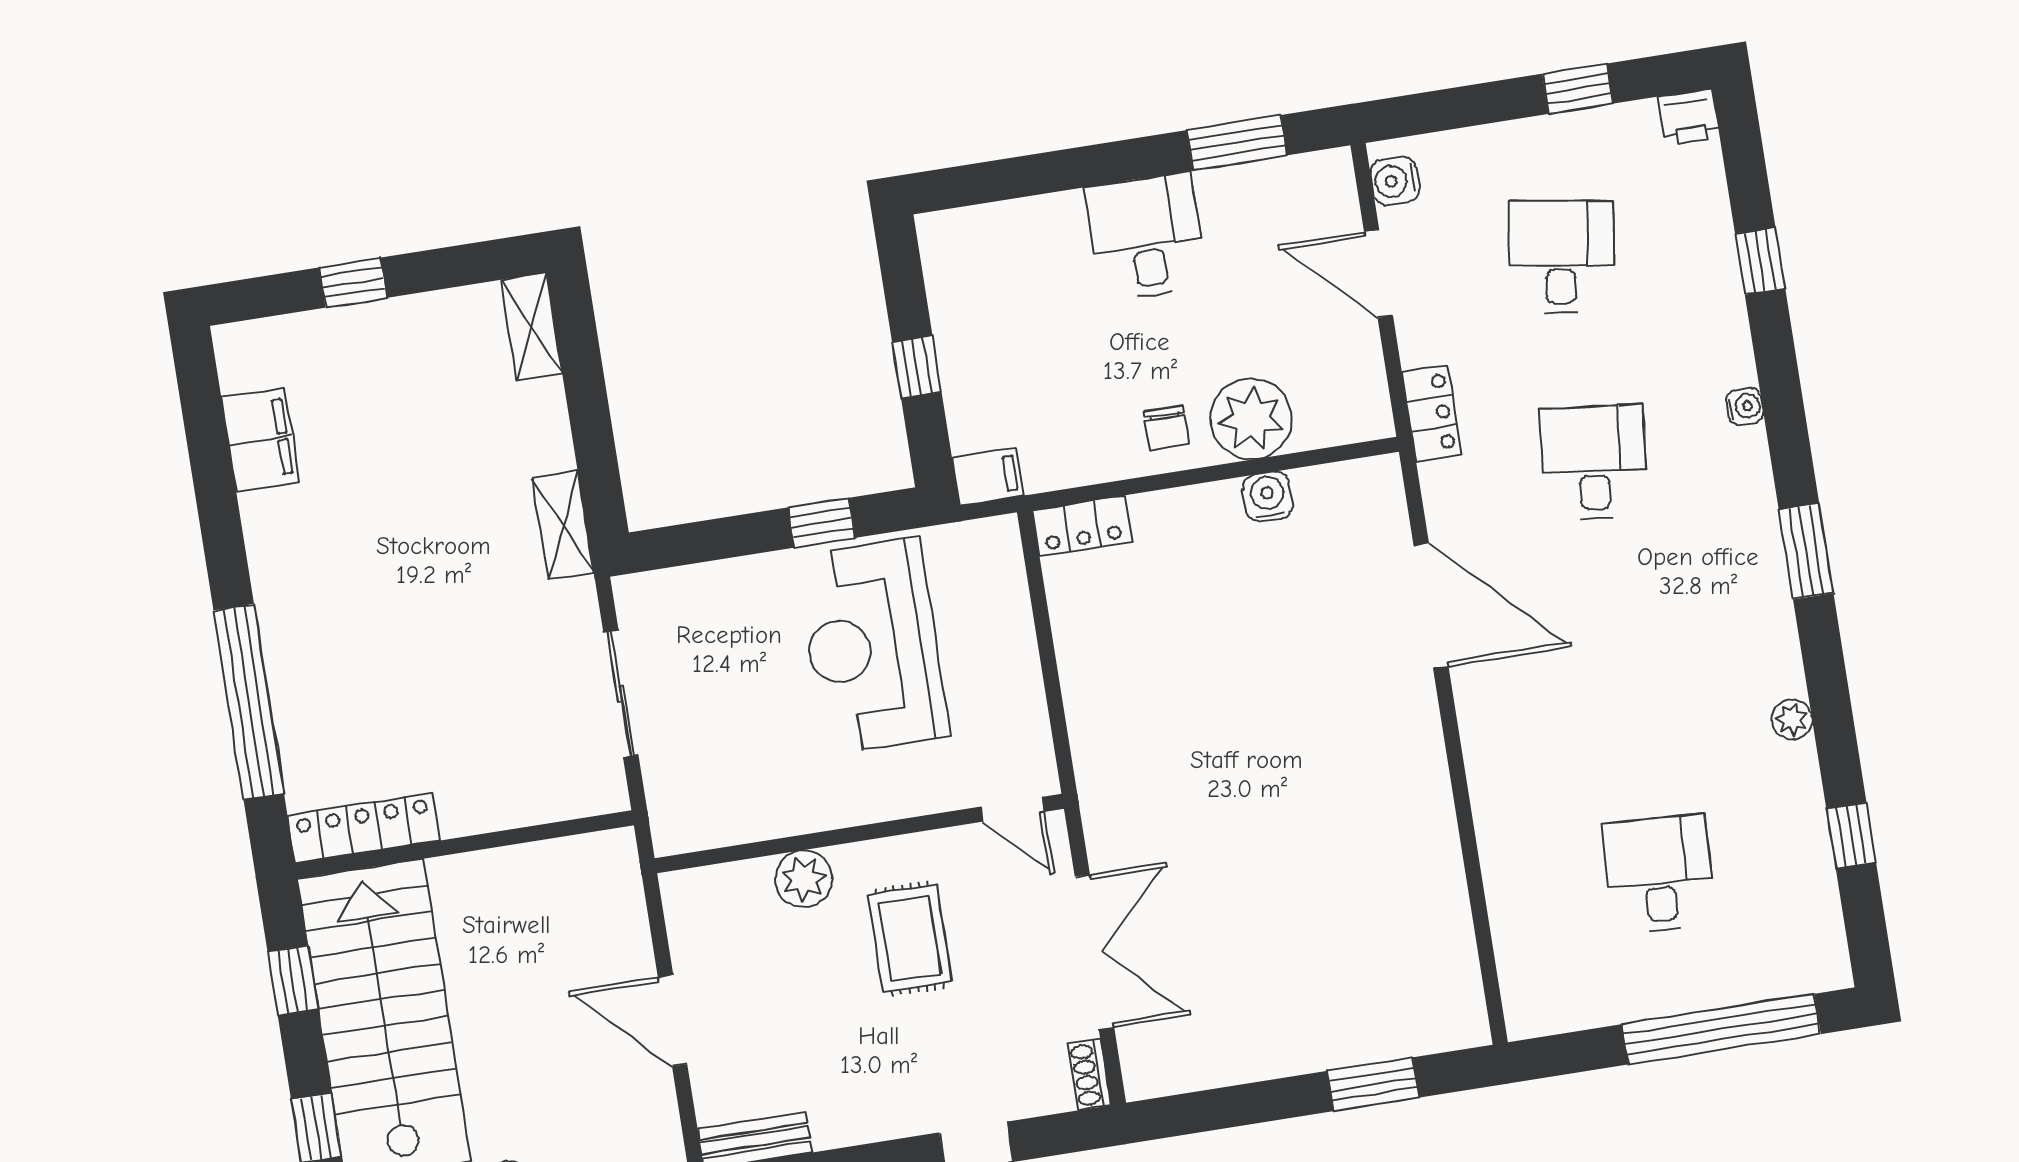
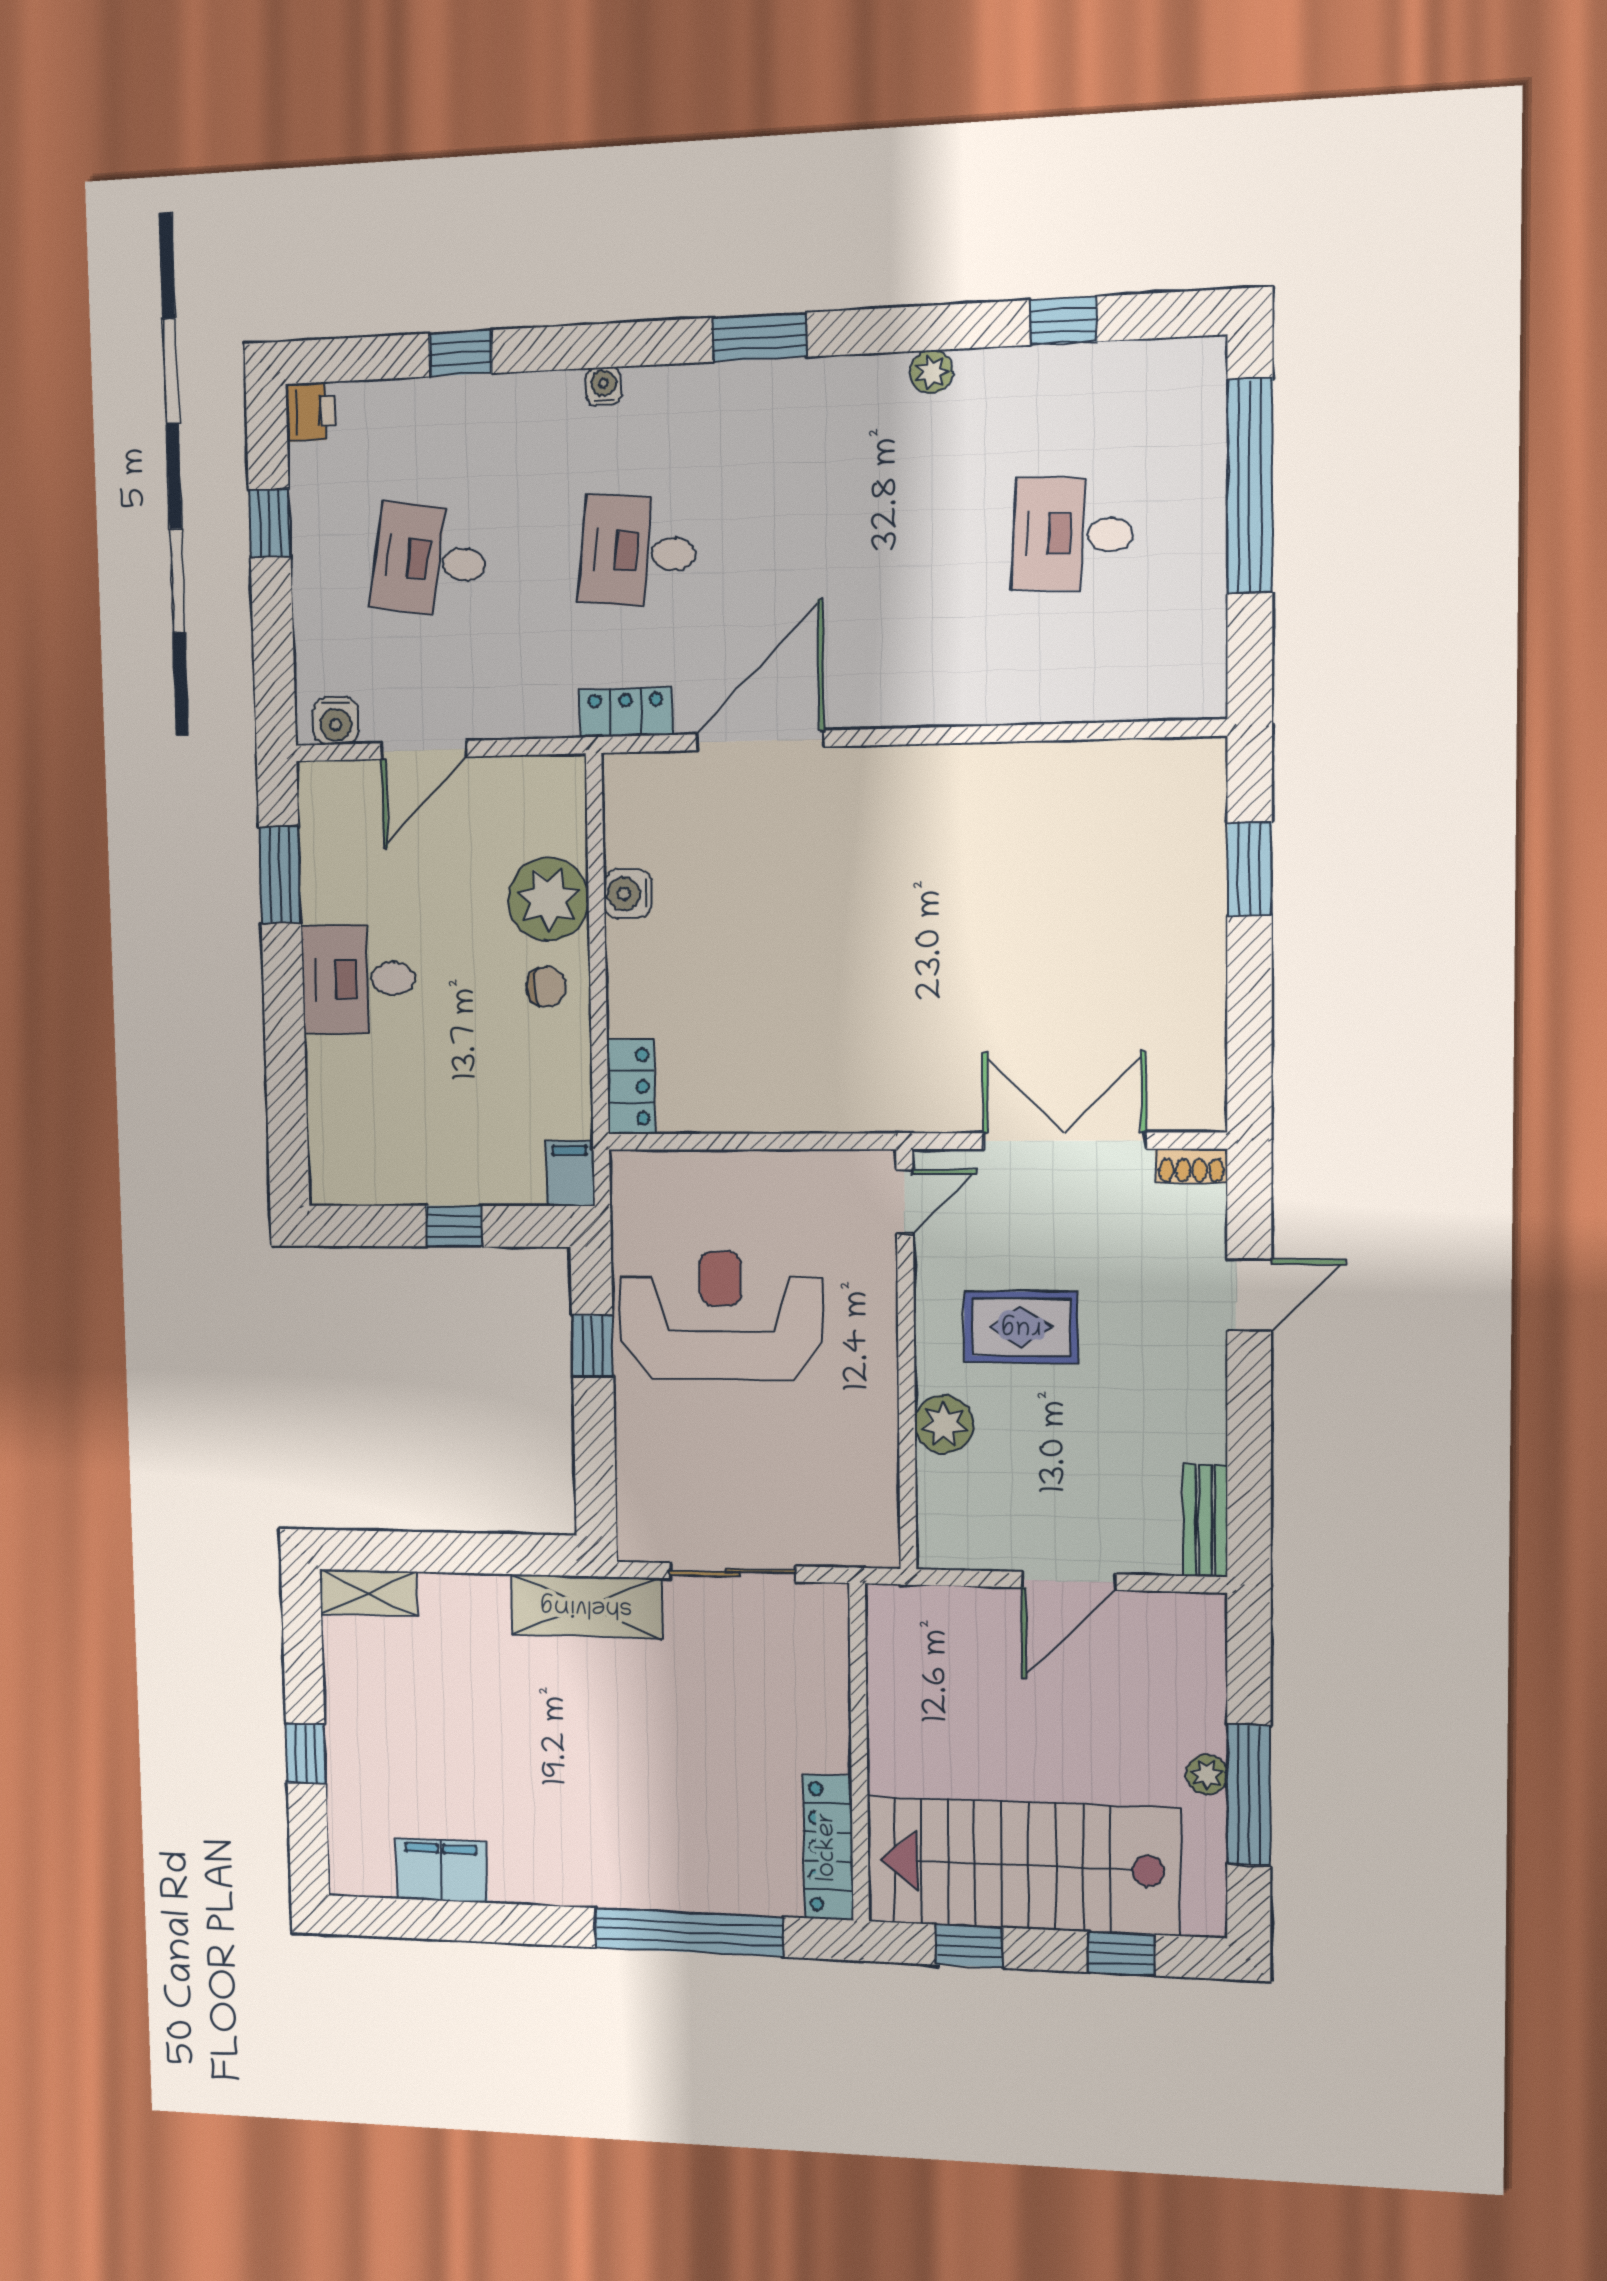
locker: (1432, 413) -> (626, 712), moved
shelving: (563, 526) -> (586, 1606), width x1.50, depth x1.33
reception desk: (872, 646) -> (721, 1316), turned 180

